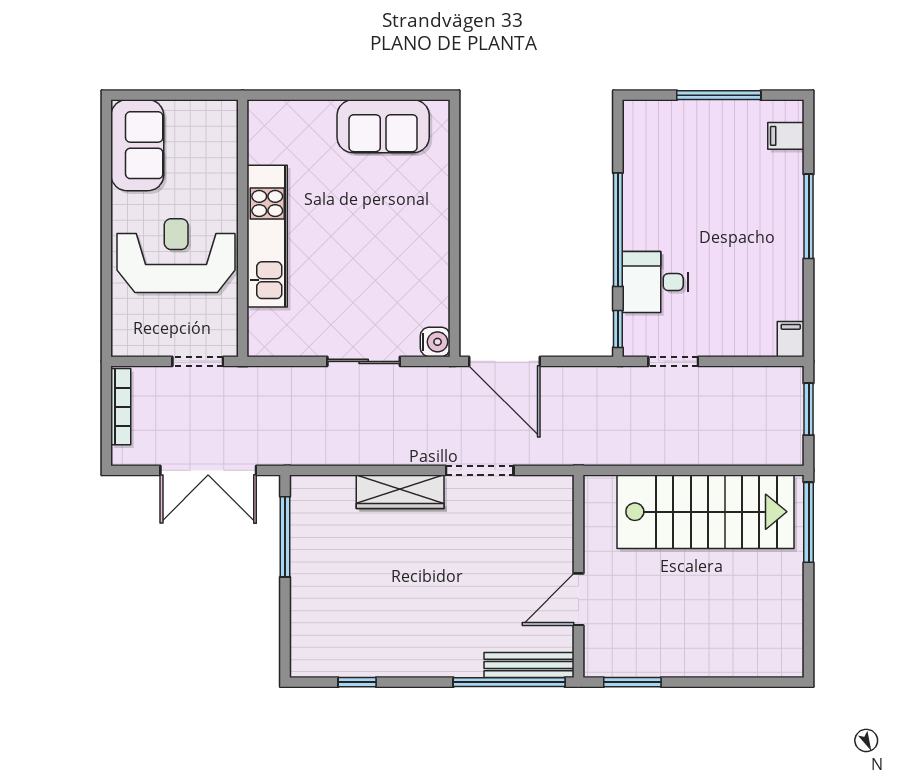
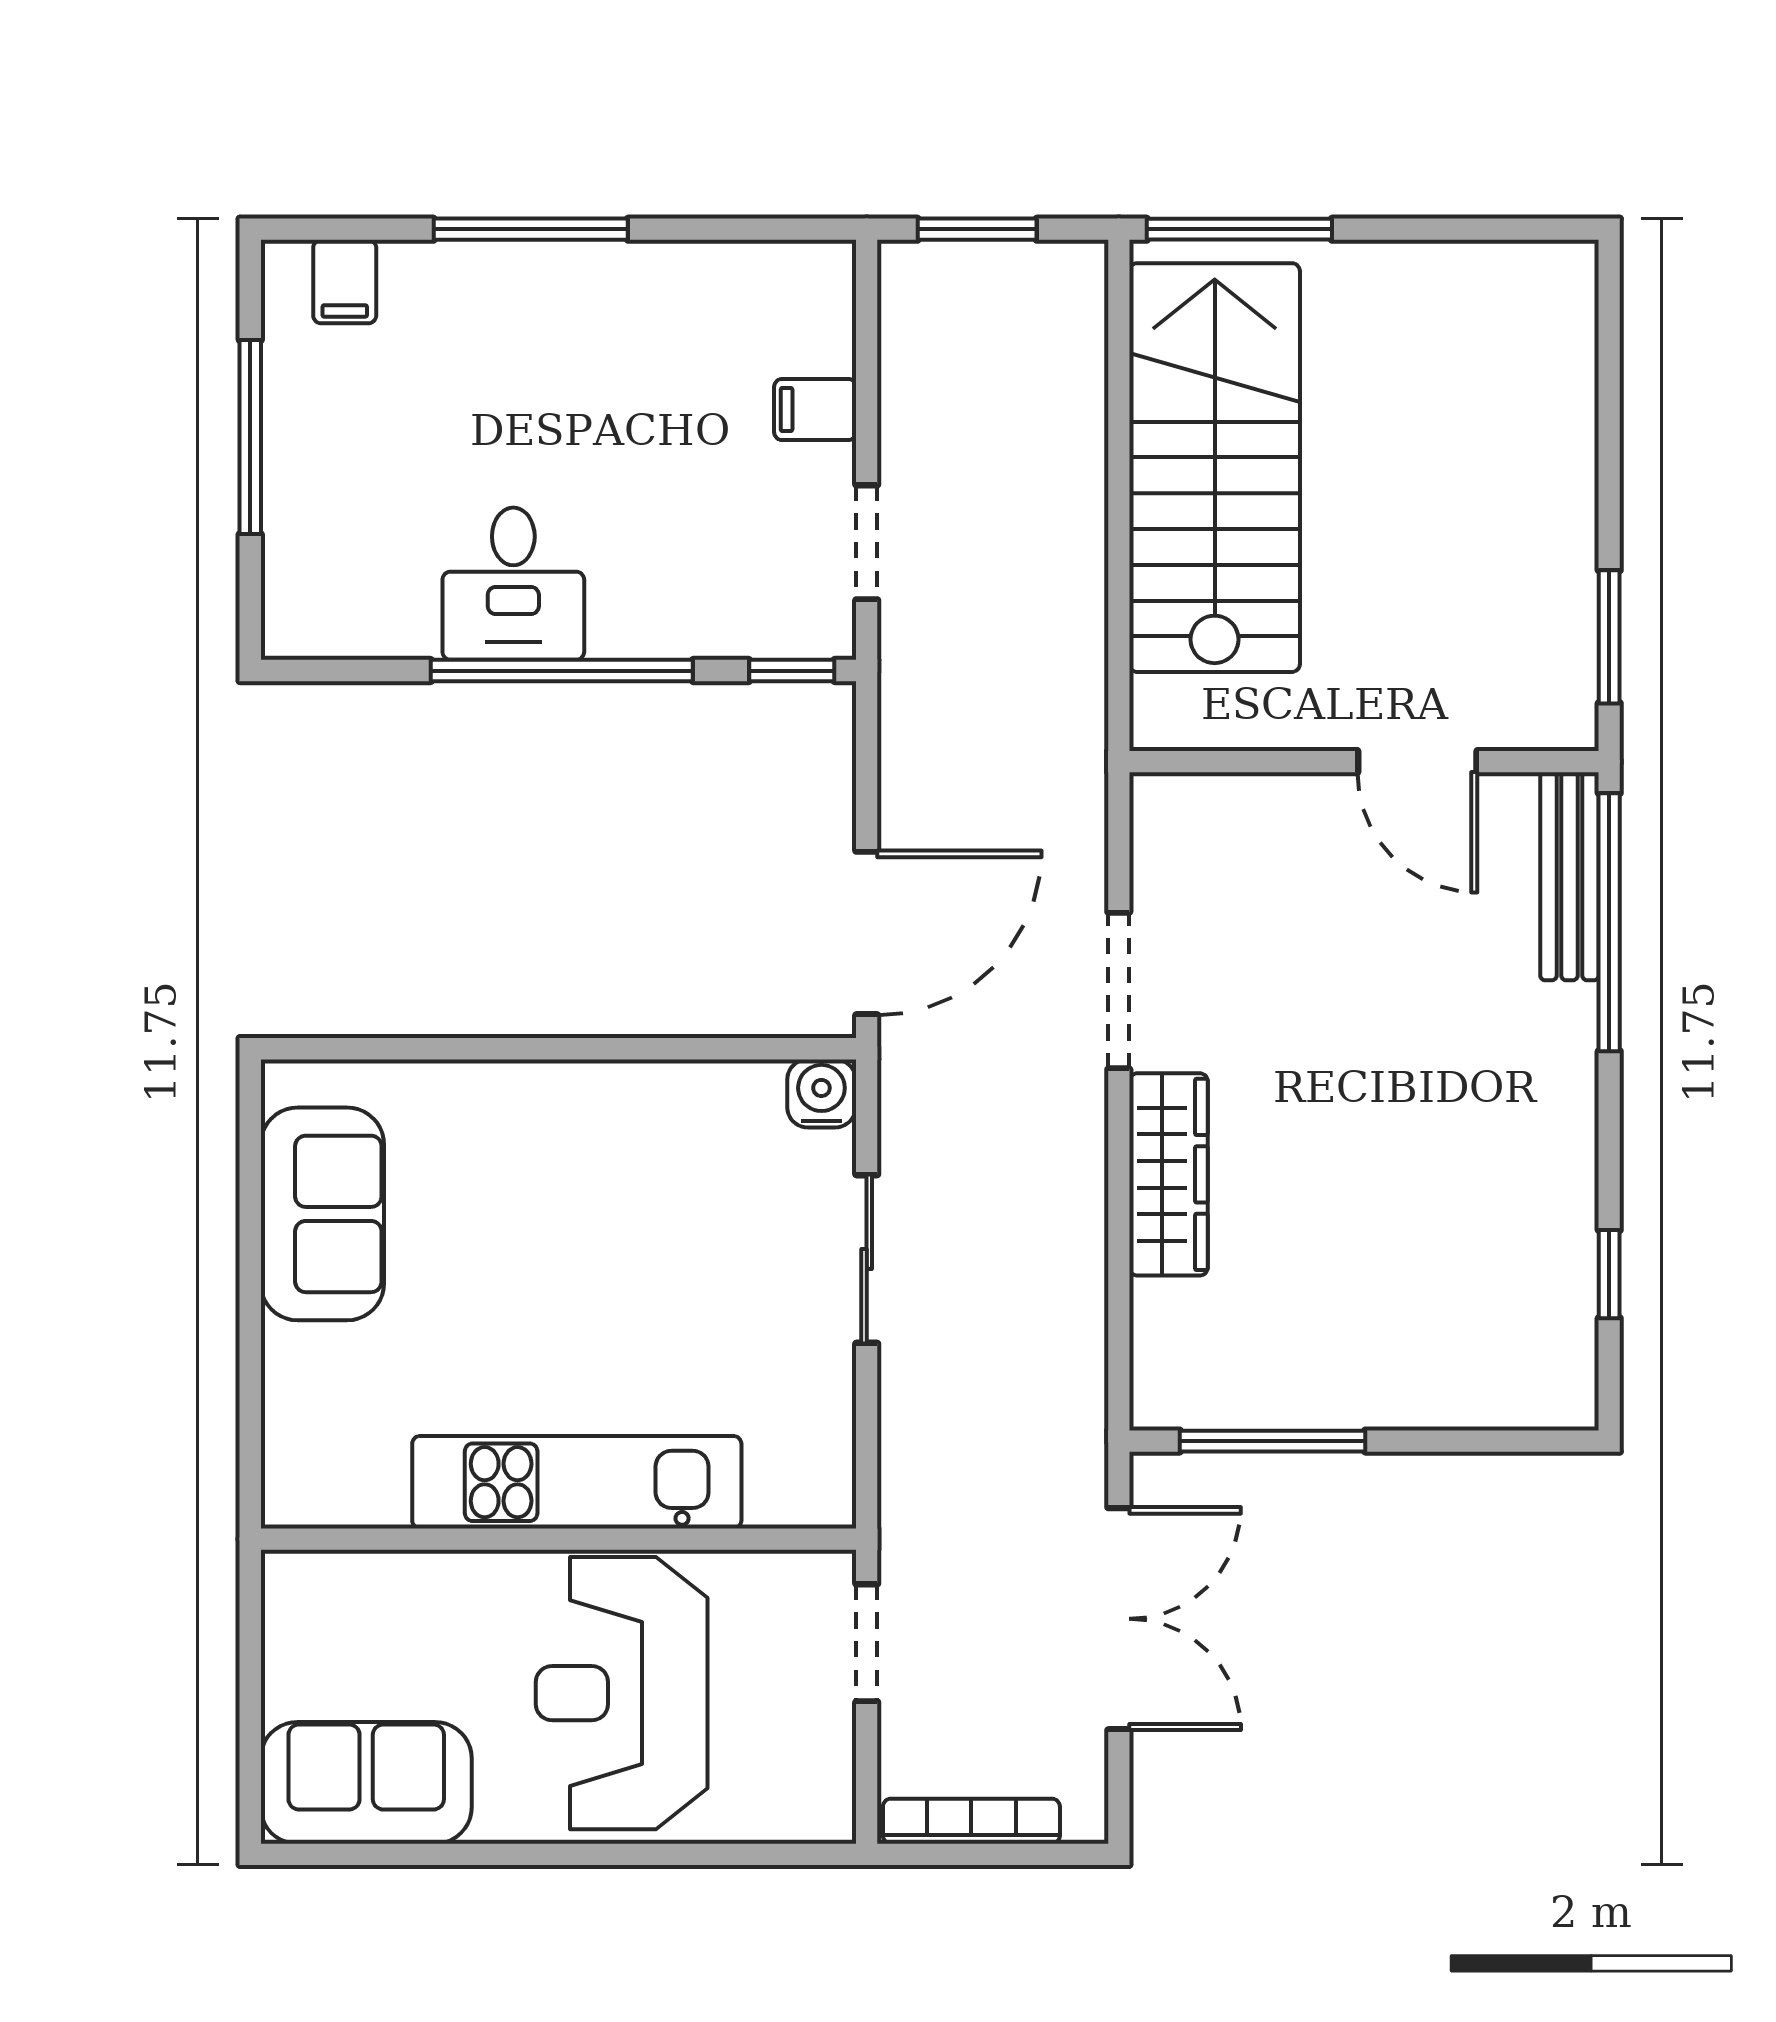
desk: (655, 282) -> (513, 584), moved
filing cabinet: (791, 339) -> (815, 409), moved

